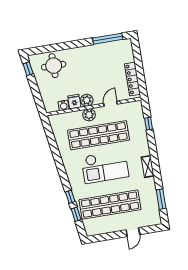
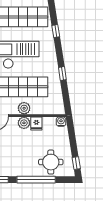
window: (65, 46) -> (36, 180), added
water cooler: (64, 105) -> (61, 122), moved
window: (76, 214) -> (62, 74), moved

